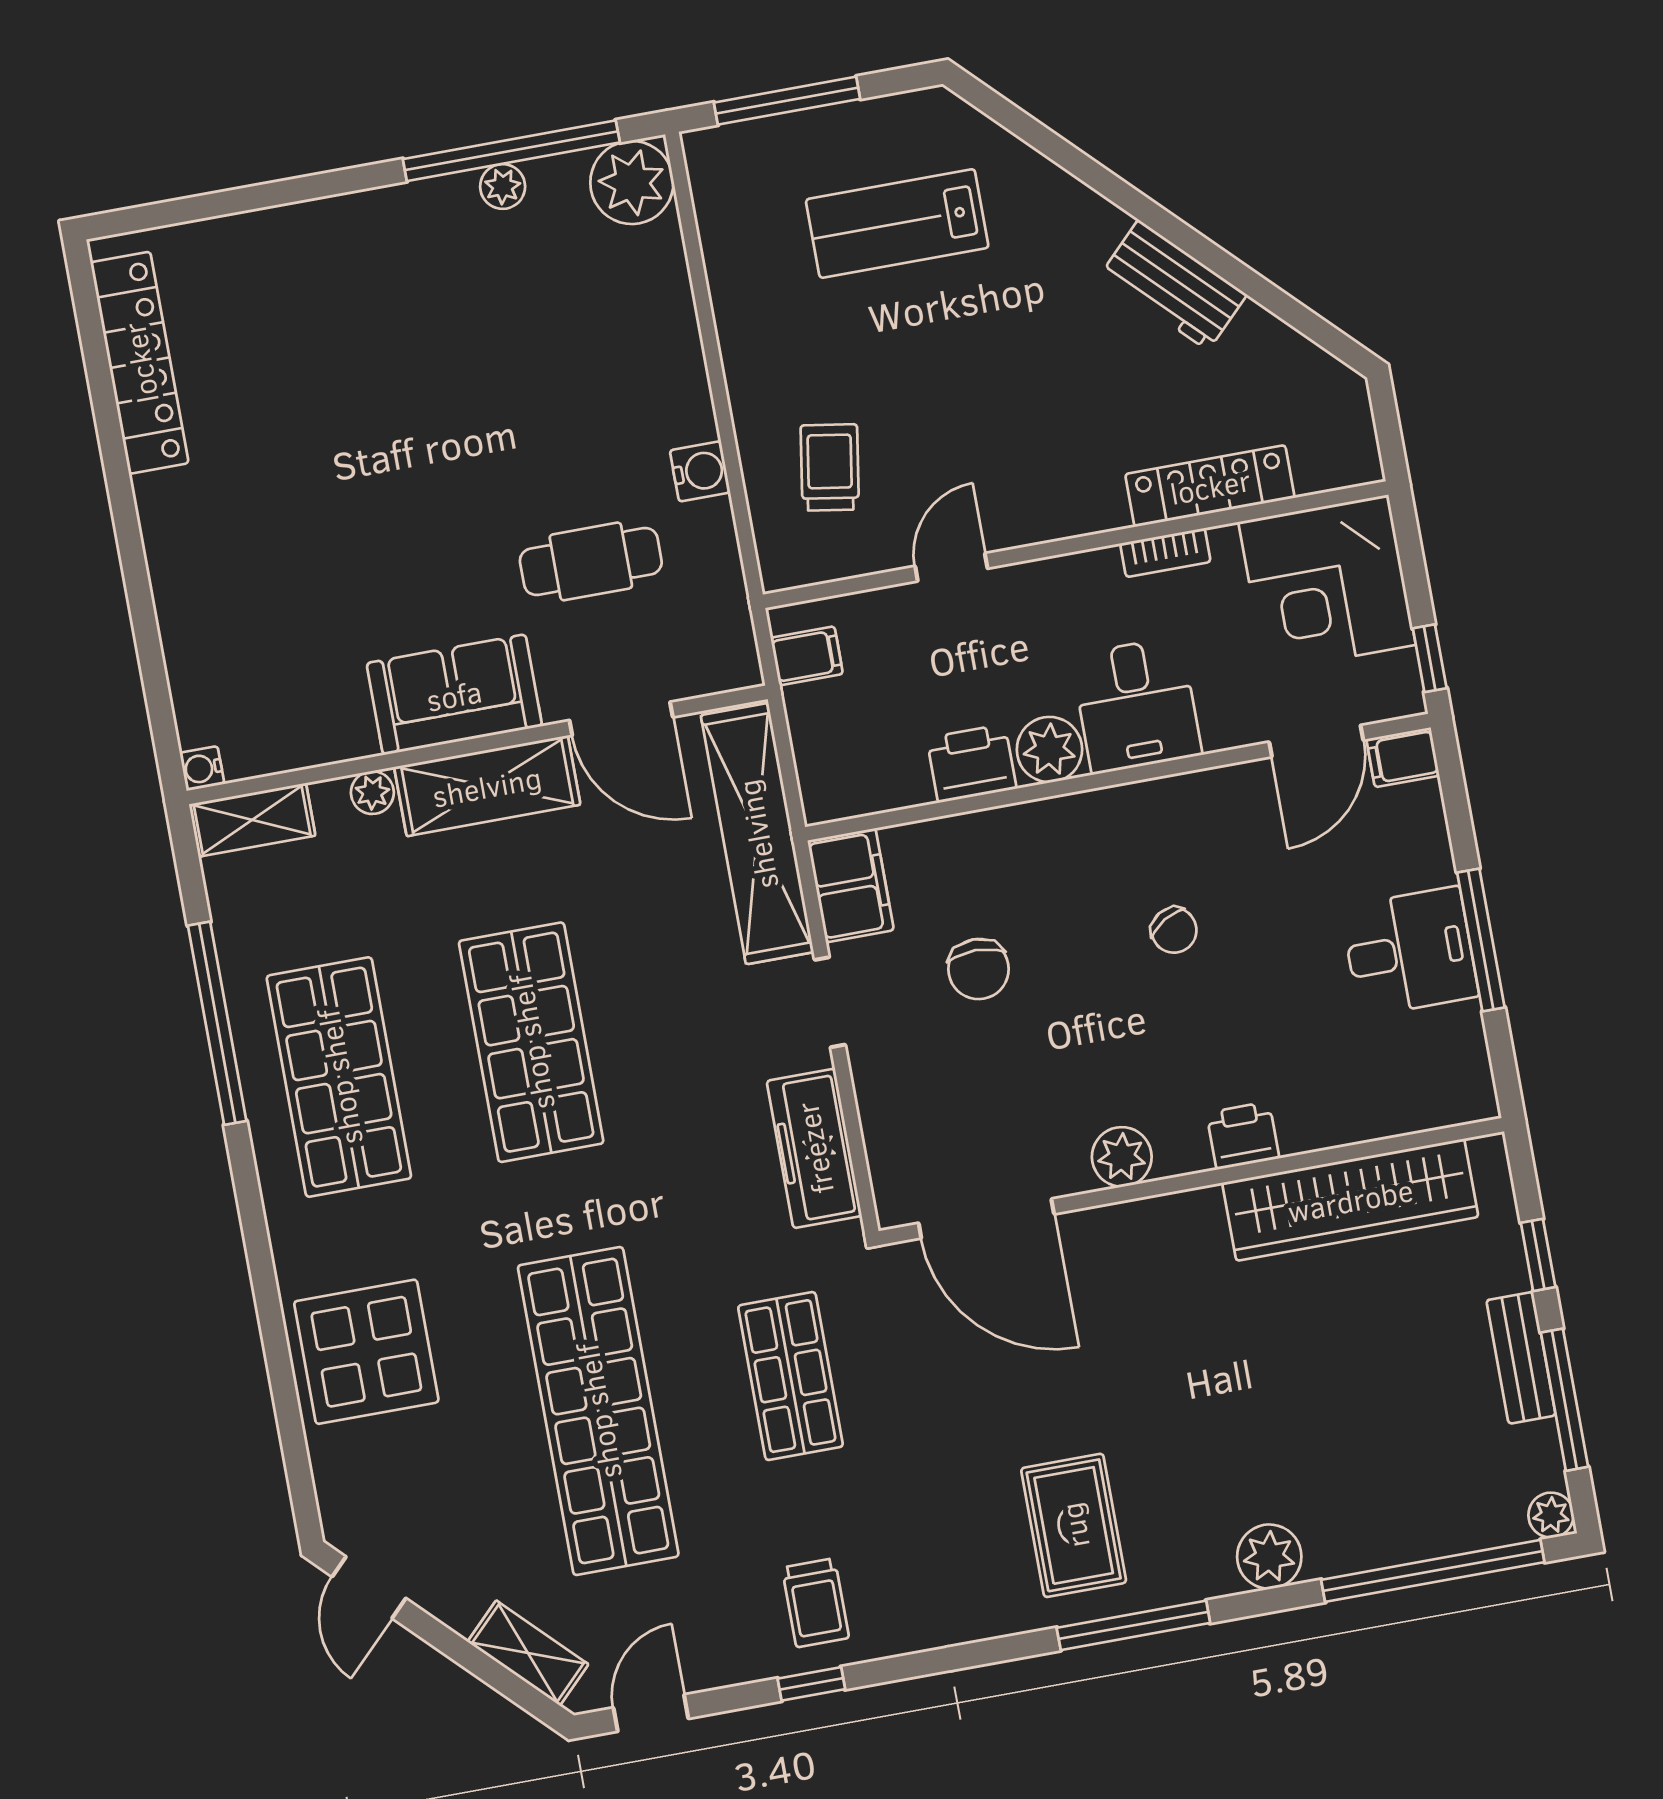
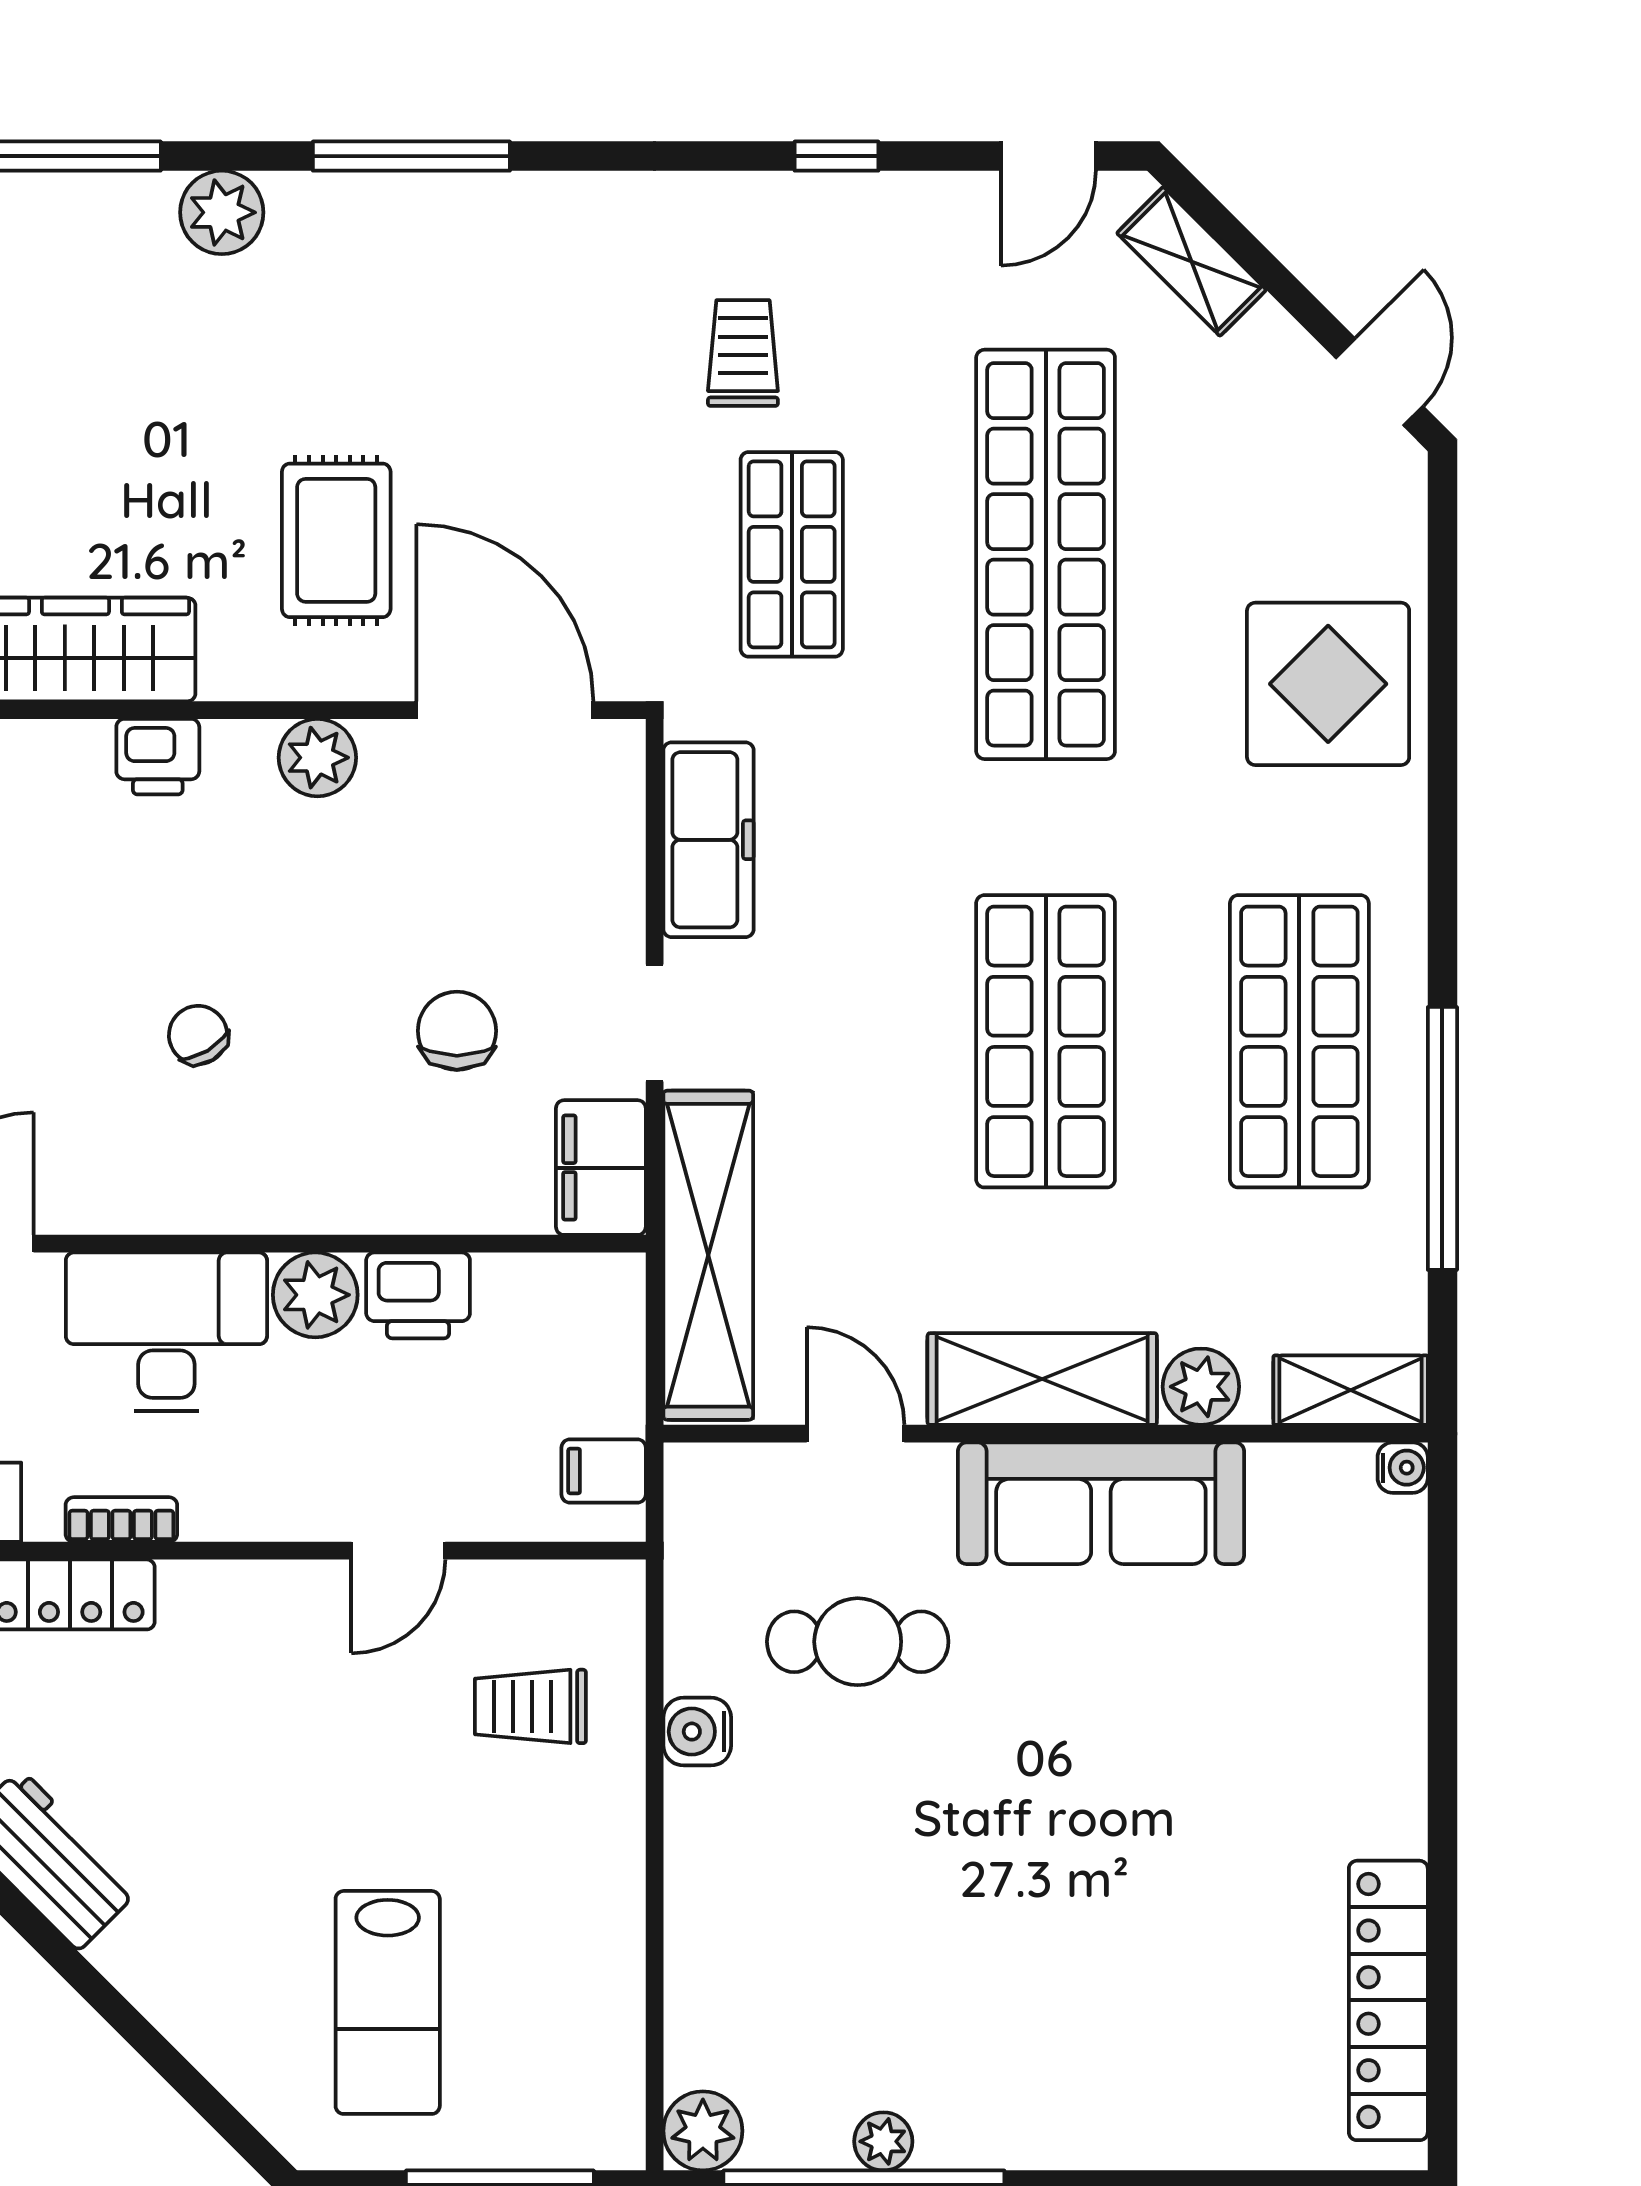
plant: (632, 183) -> (703, 2131), width x0.73, depth x0.73
lab bench: (897, 224) -> (388, 2002), turned 90
trolley: (830, 467) -> (530, 1706), turned 81
sofa: (454, 695) -> (1101, 1503), width x1.36
desk: (1136, 705) -> (166, 1332), width x1.37
door: (621, 719) -> (855, 1434), width x0.73
plant: (372, 793) -> (1201, 1387), width x1.38, depth x1.38
rug: (1074, 1525) -> (336, 540), moved
trolley: (816, 1603) -> (743, 353), moved

